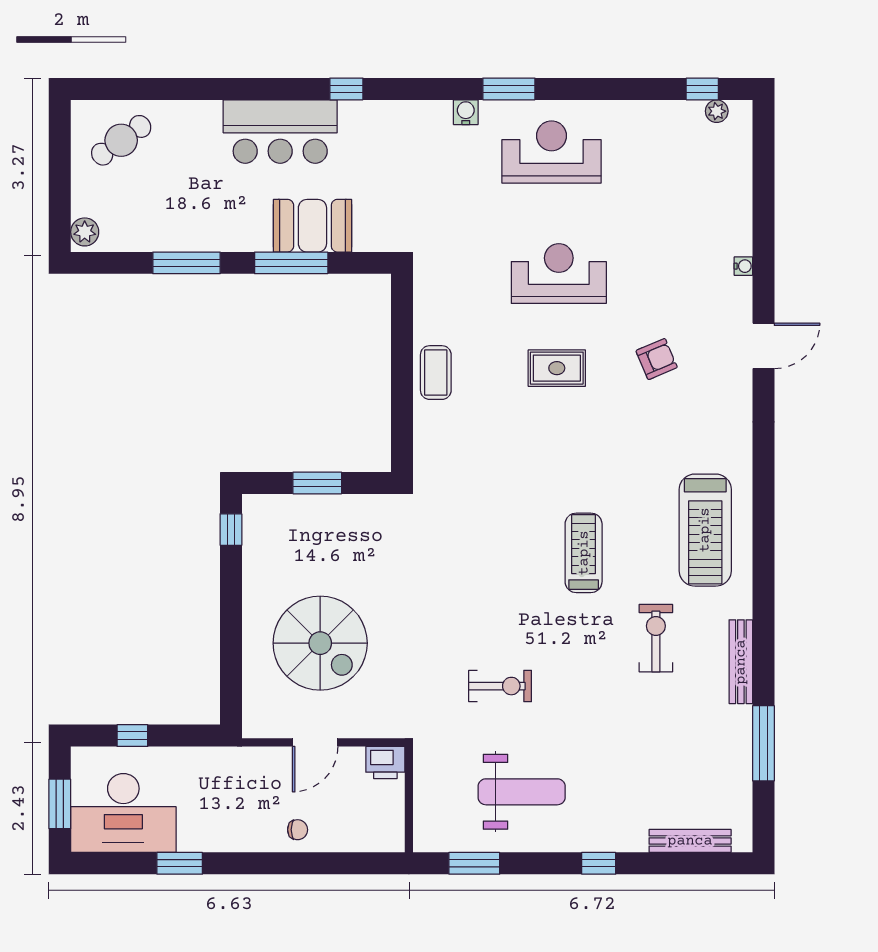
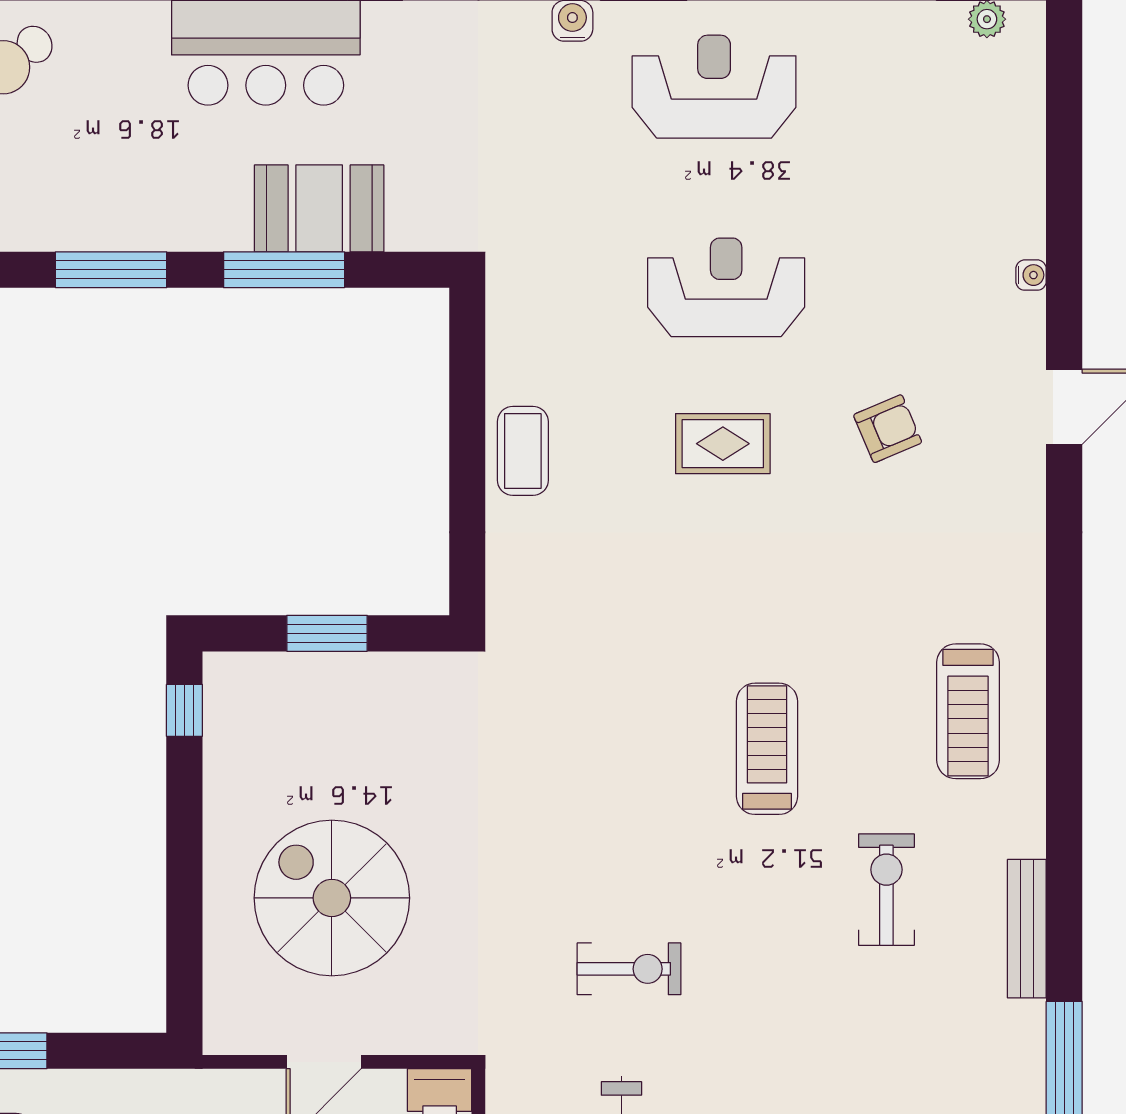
treadmill: (705, 530) -> (968, 711), width x0.73, depth x0.73
spiral stairs: (320, 643) -> (332, 898), turned 180

